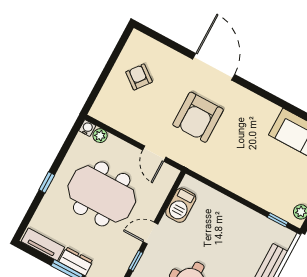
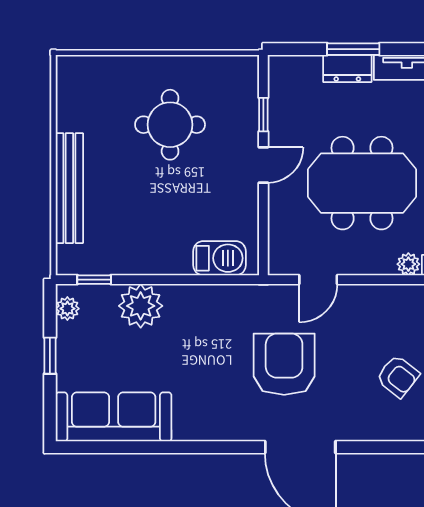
door: (154, 154) -> (318, 280), swing flipped
plant: (260, 192) -> (141, 306), added
barbecue: (181, 205) -> (219, 258), moved, turned 90

